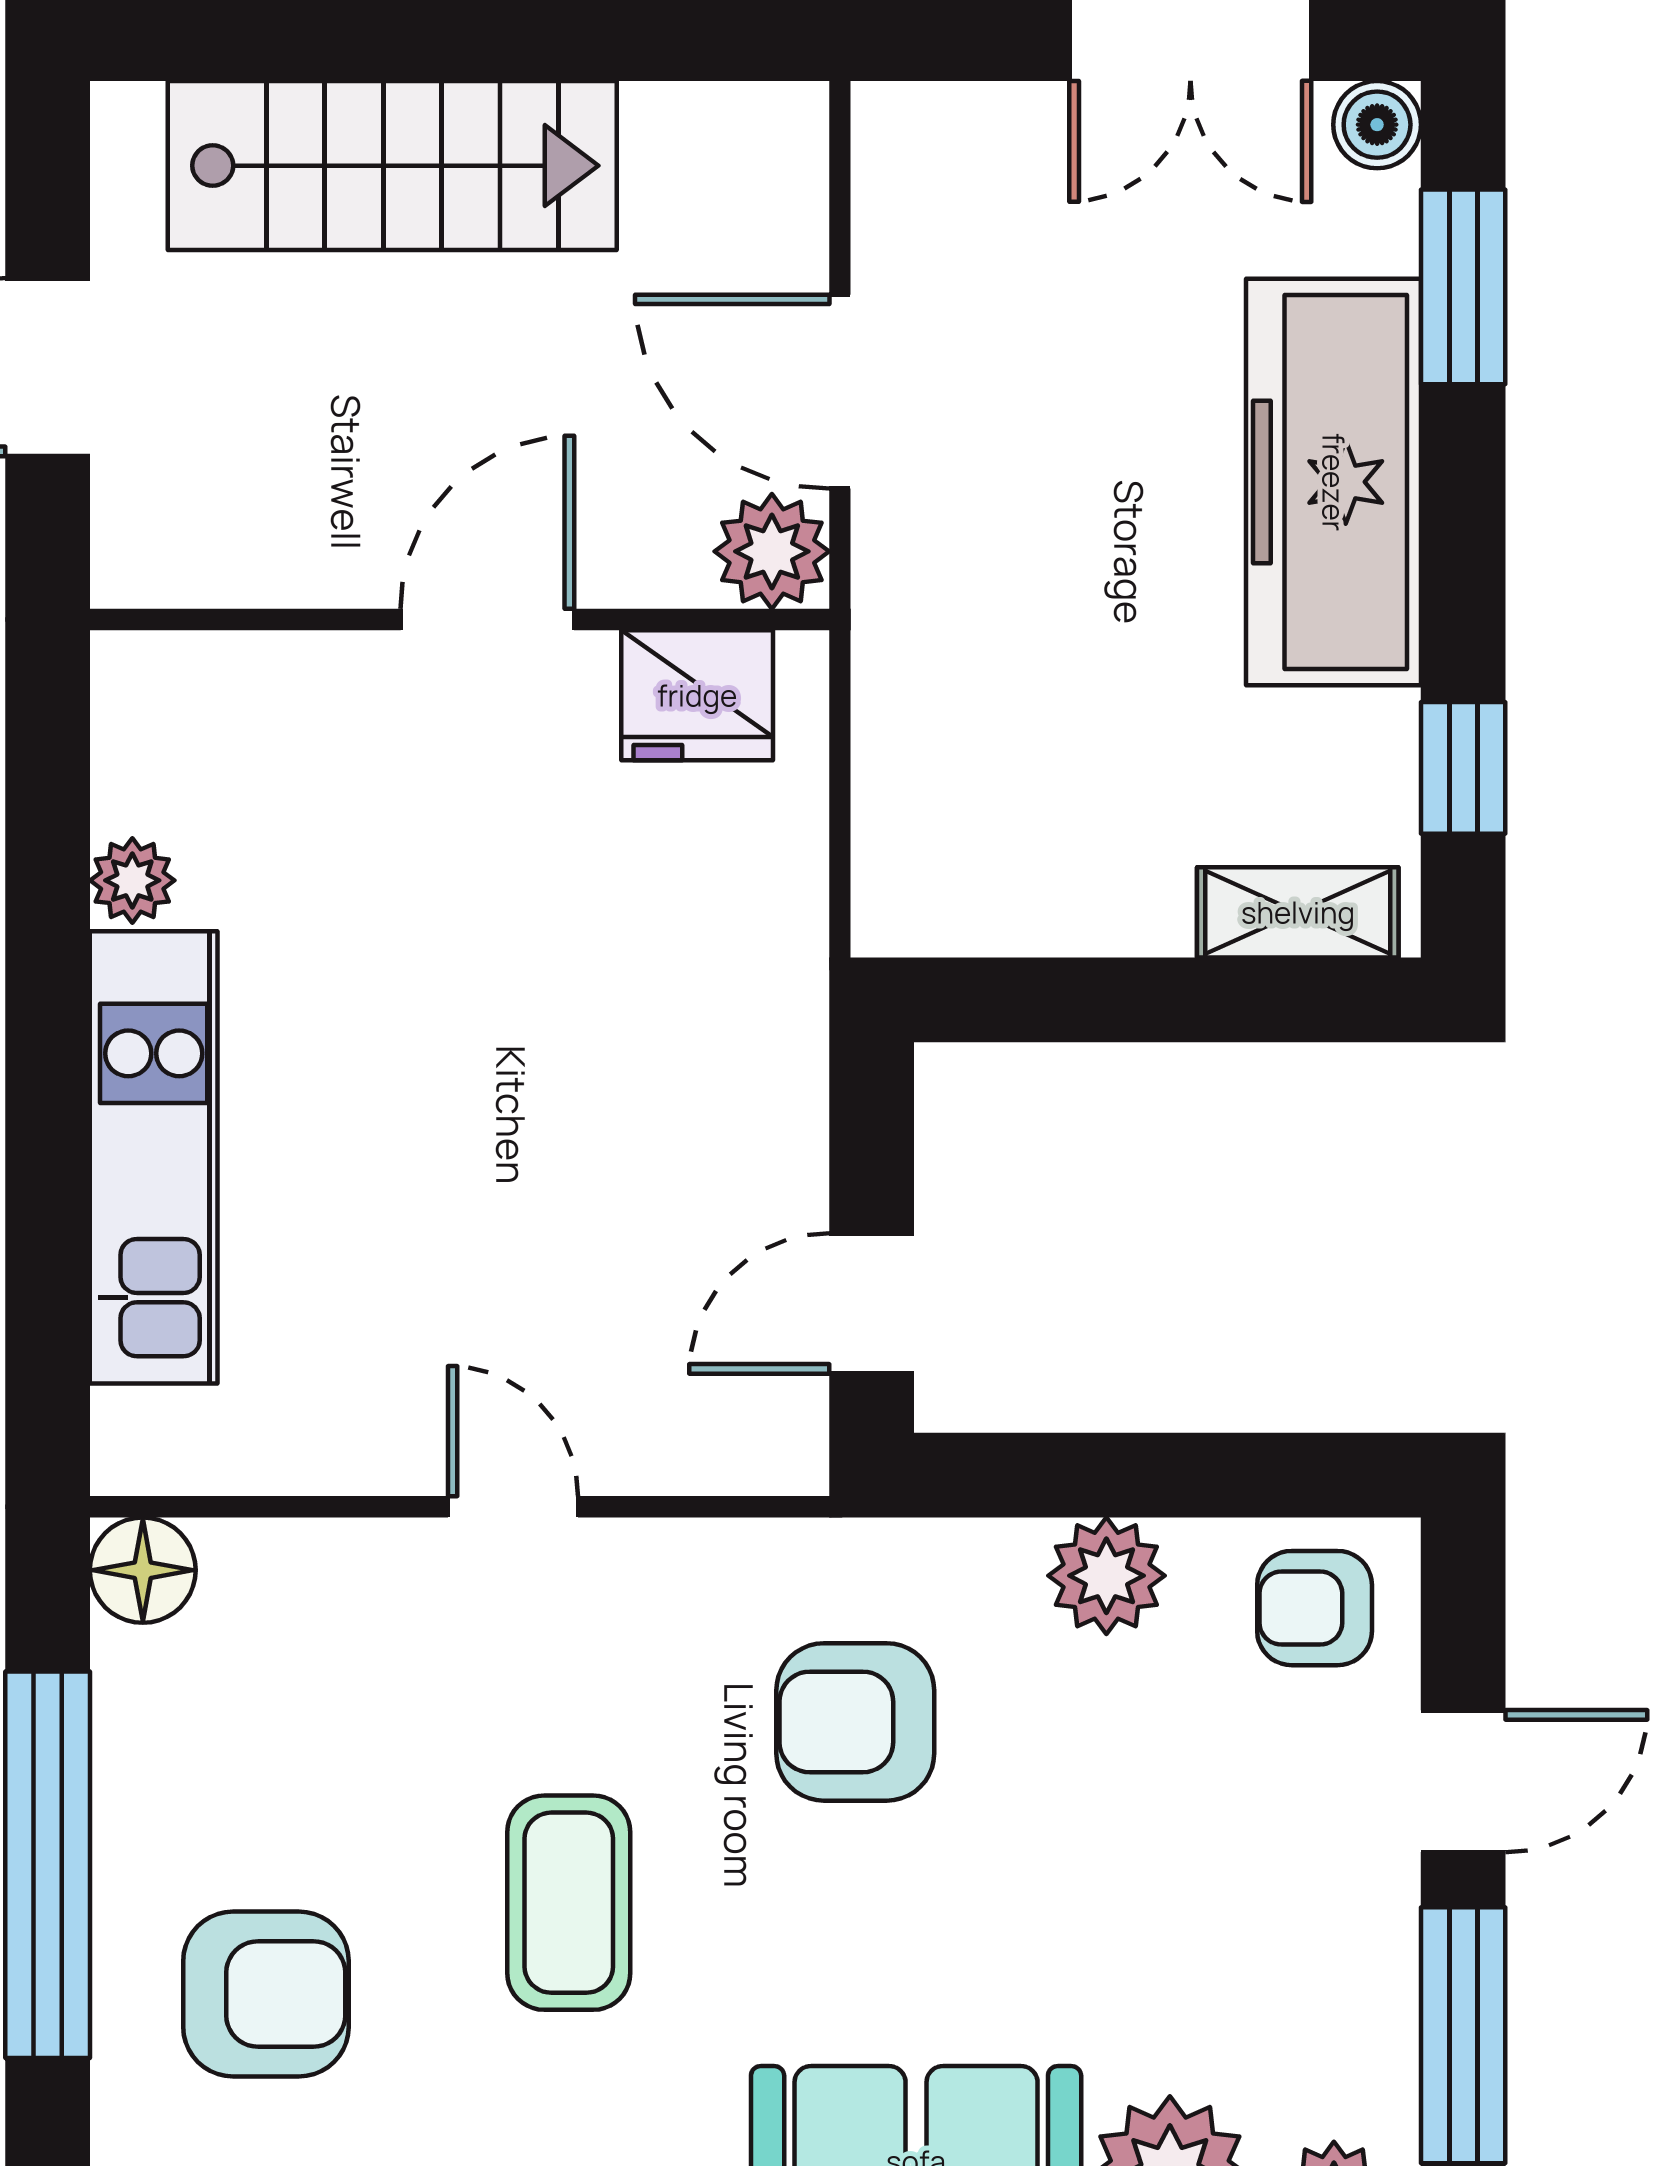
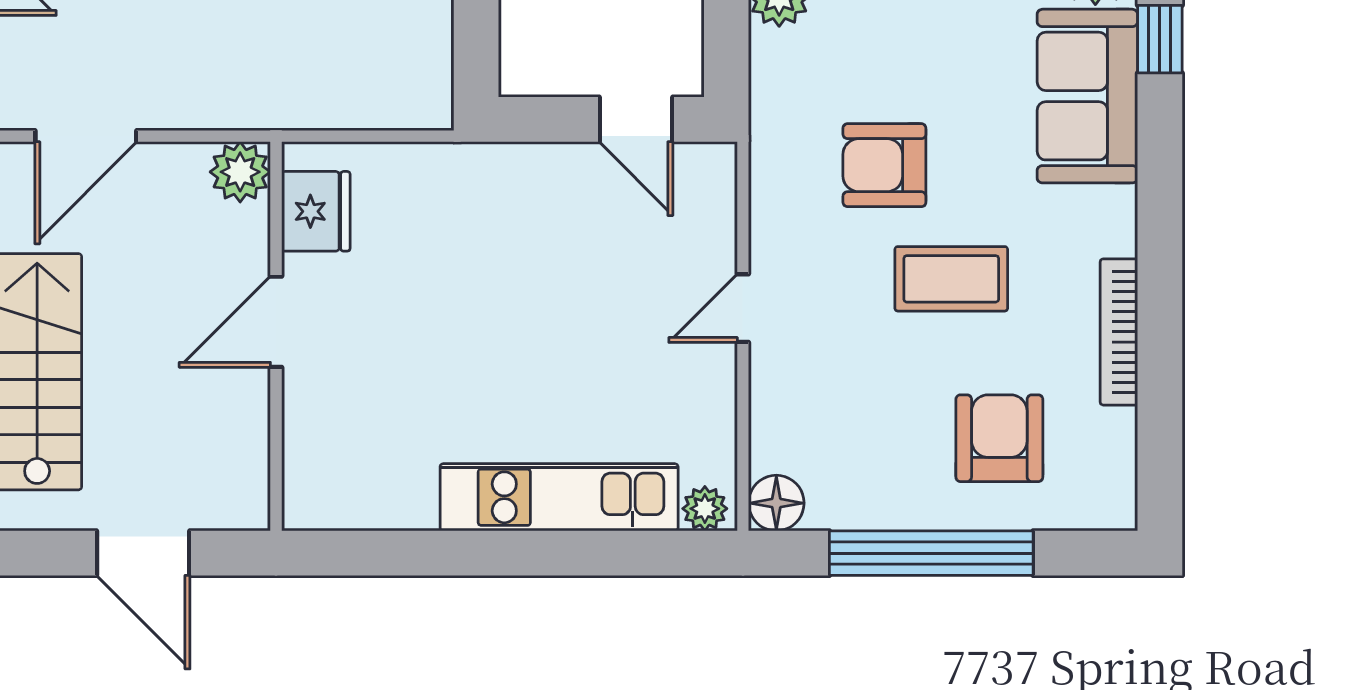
door: (840, 392) -> (86, 136), moved
door: (487, 620) -> (276, 322), hinge flipped
plant: (132, 880) -> (705, 509), moved
armchair: (855, 1722) -> (884, 165), moved, turned 90

